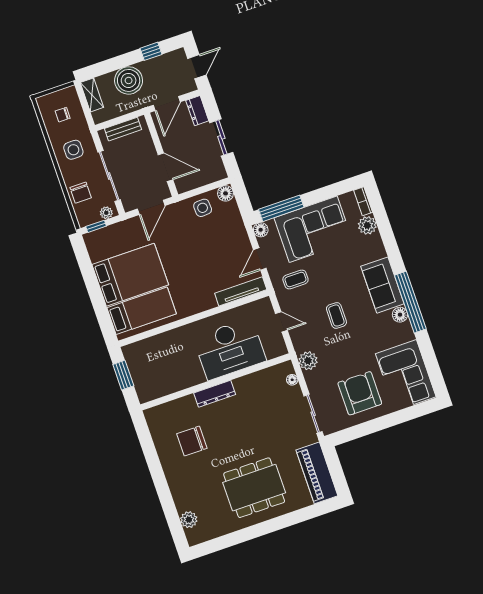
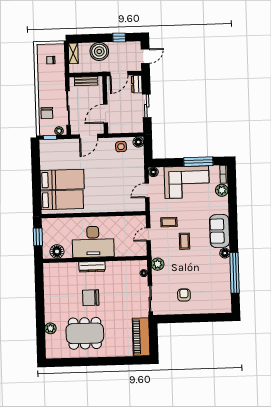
side table: (73, 150) -> (51, 84), removed
door: (165, 167) -> (105, 114), swing flipped
window: (281, 208) -> (198, 162), moved
bed: (130, 275) -> (62, 180), width x0.67
coffee table: (295, 279) -> (169, 222), moved
tv unit: (241, 291) -> (129, 207), removed
window: (410, 302) -> (235, 273), moved
door: (281, 322) -> (148, 234), swing flipped
desk: (230, 349) -> (93, 242), moved
corner sofa: (406, 375) -> (217, 293), removed
floor lamp: (157, 388) -> (57, 251), added
armchair: (360, 393) -> (184, 295), width x0.53, depth x0.53
chair: (192, 441) -> (91, 298), moved
dining table: (254, 488) -> (85, 333), moved
plant: (189, 520) -> (50, 328), moved

